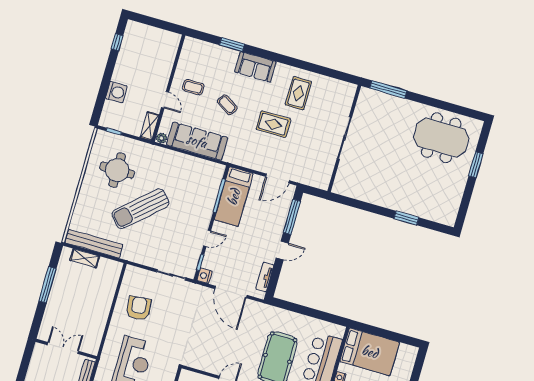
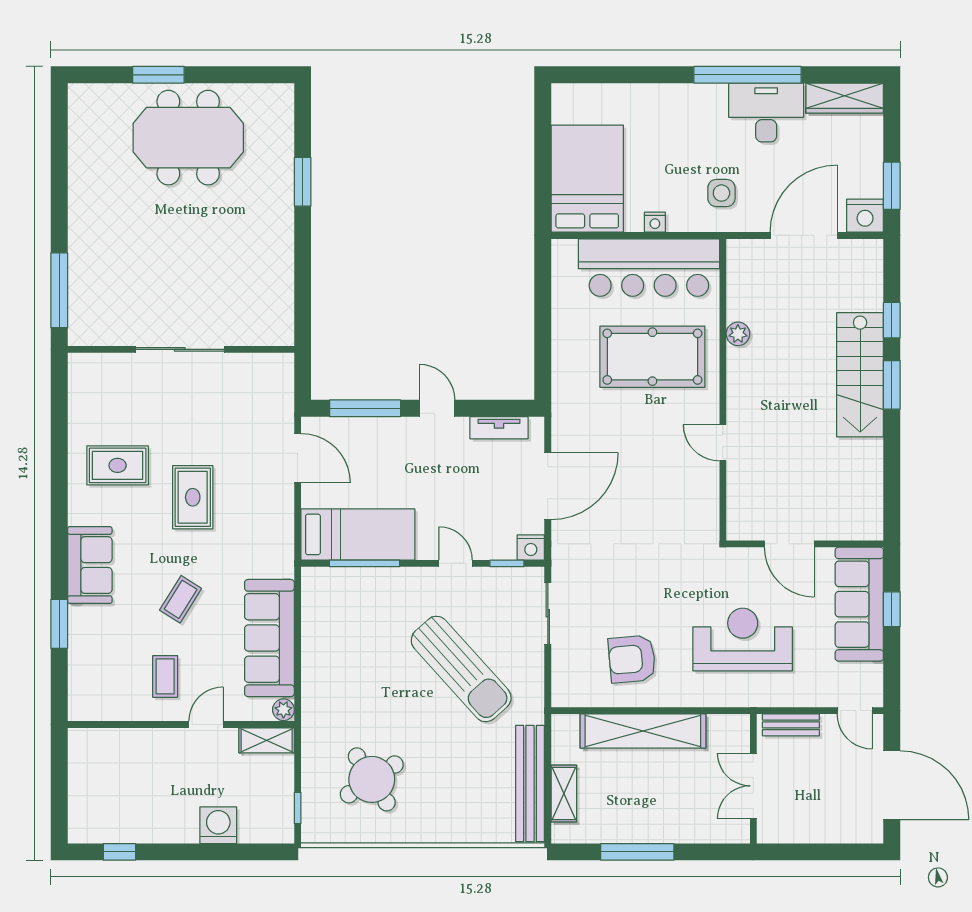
meeting table: (441, 138) -> (188, 138), moved, turned 90
round table: (117, 170) -> (372, 779), turned -33
sun lounger: (140, 209) -> (461, 669), moved
shelving: (103, 304) -> (643, 731), added

